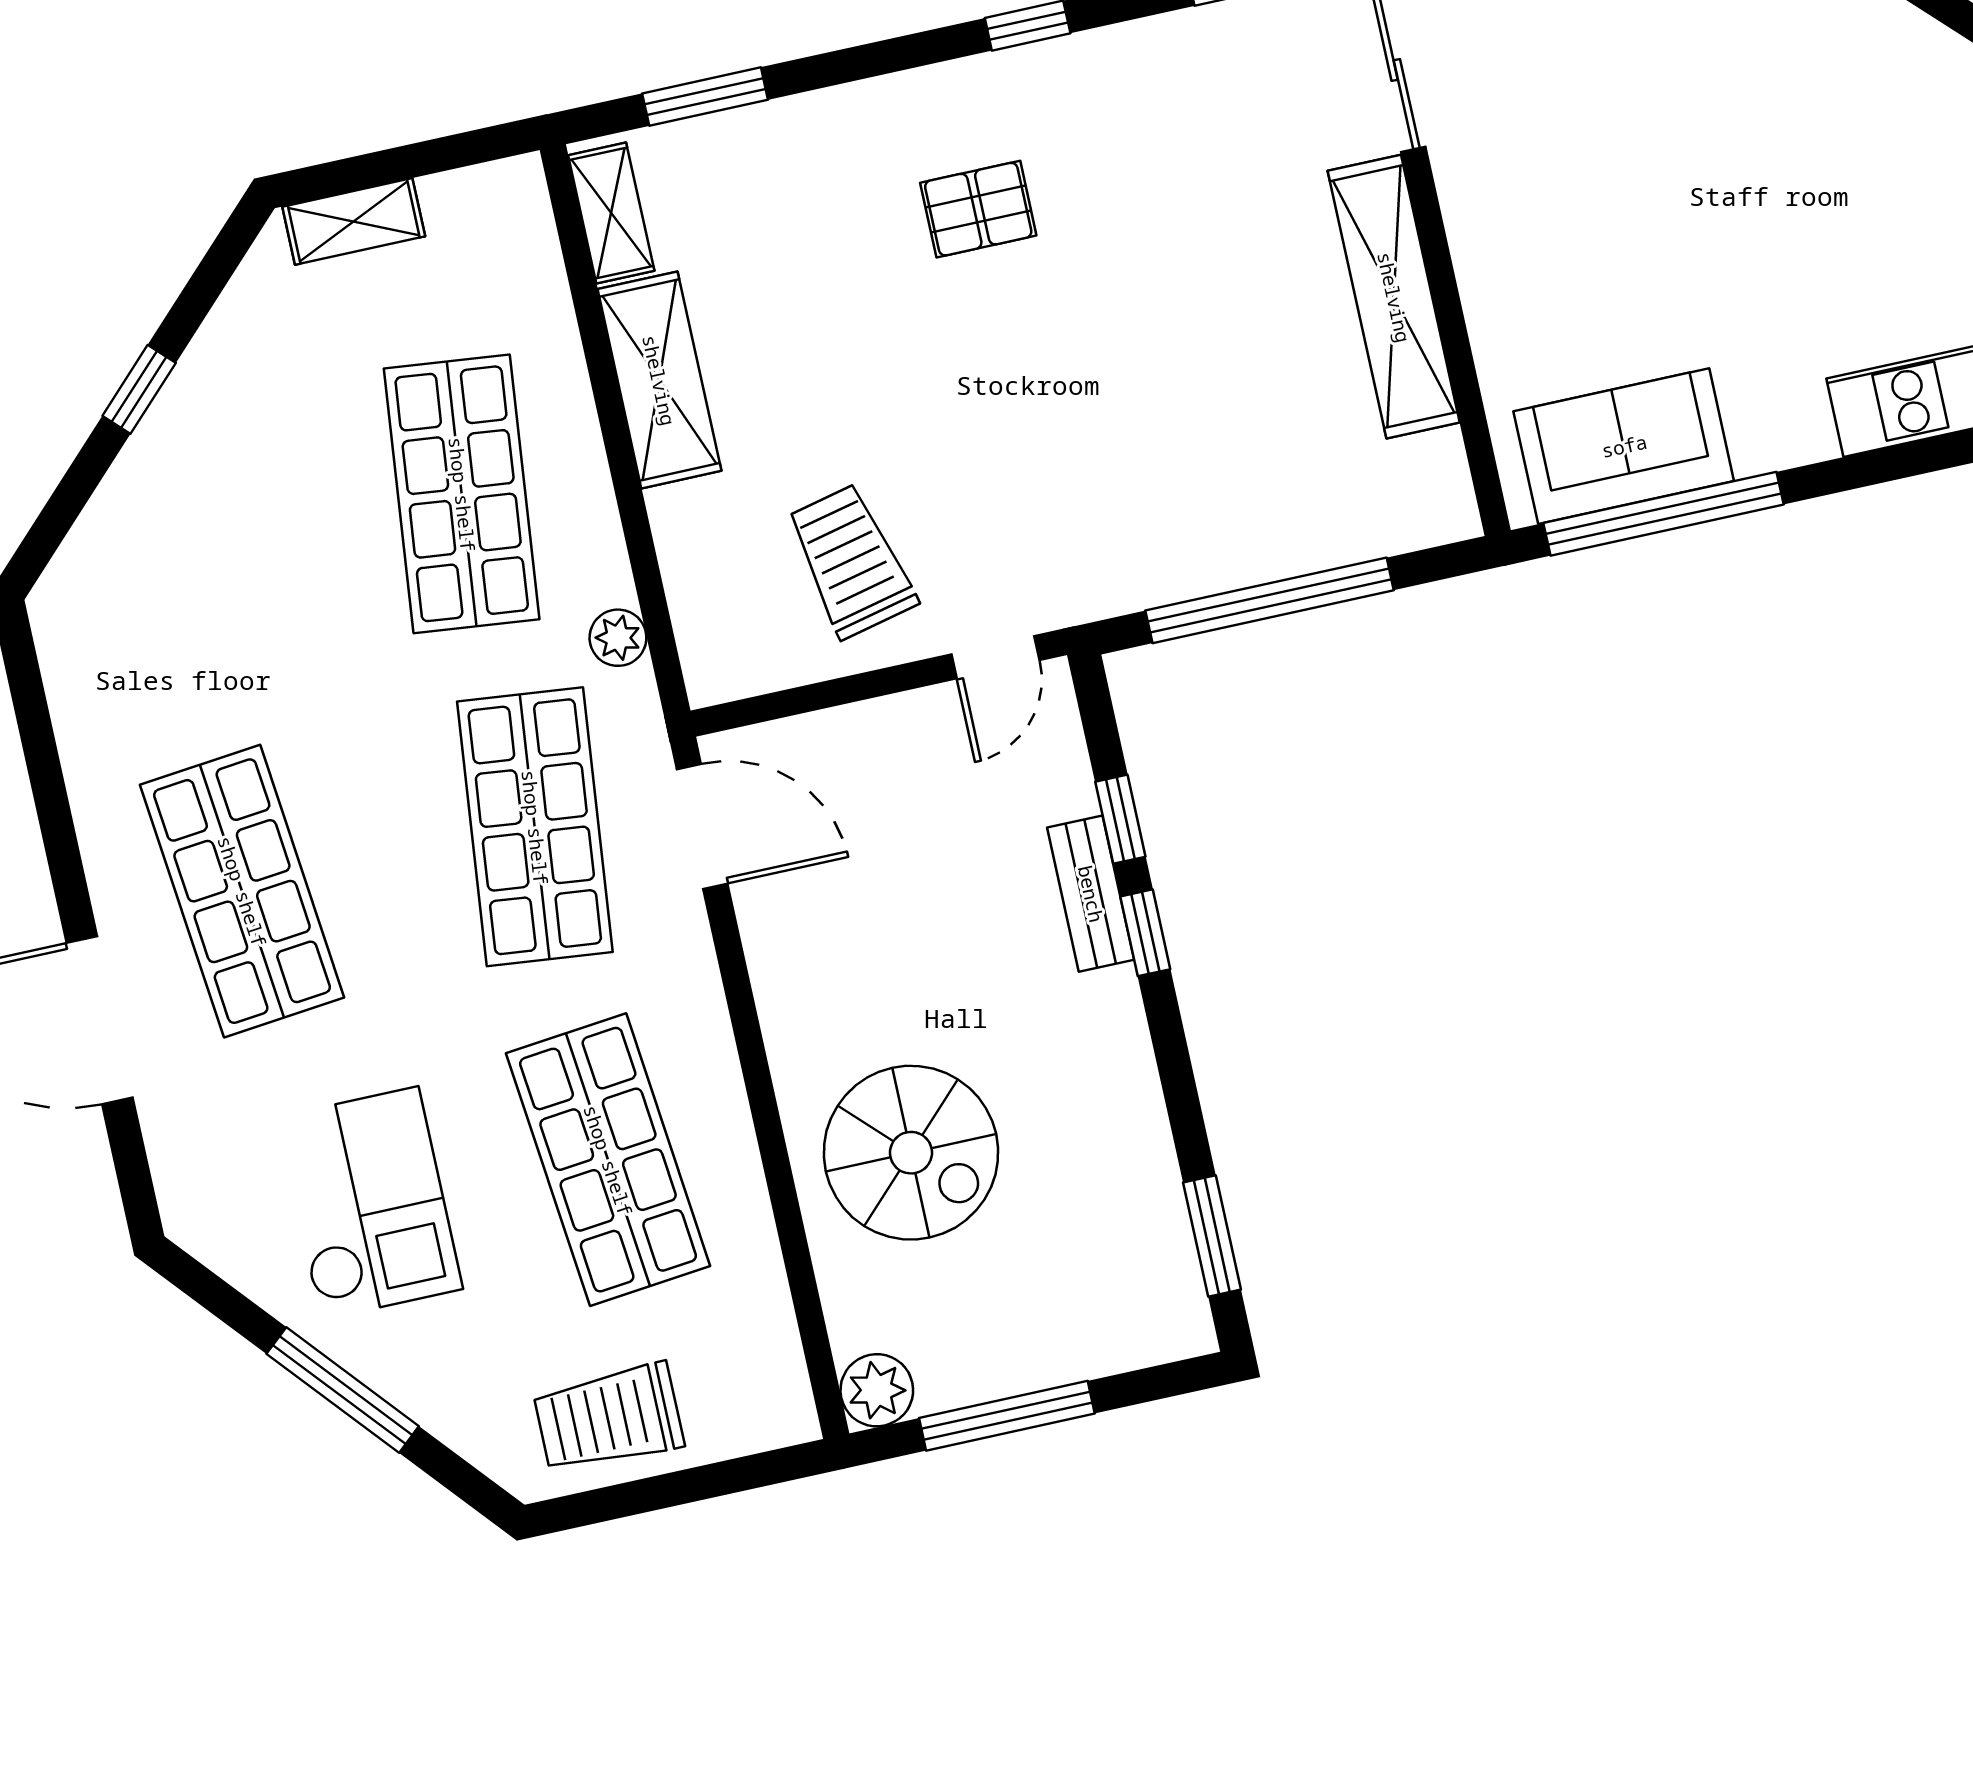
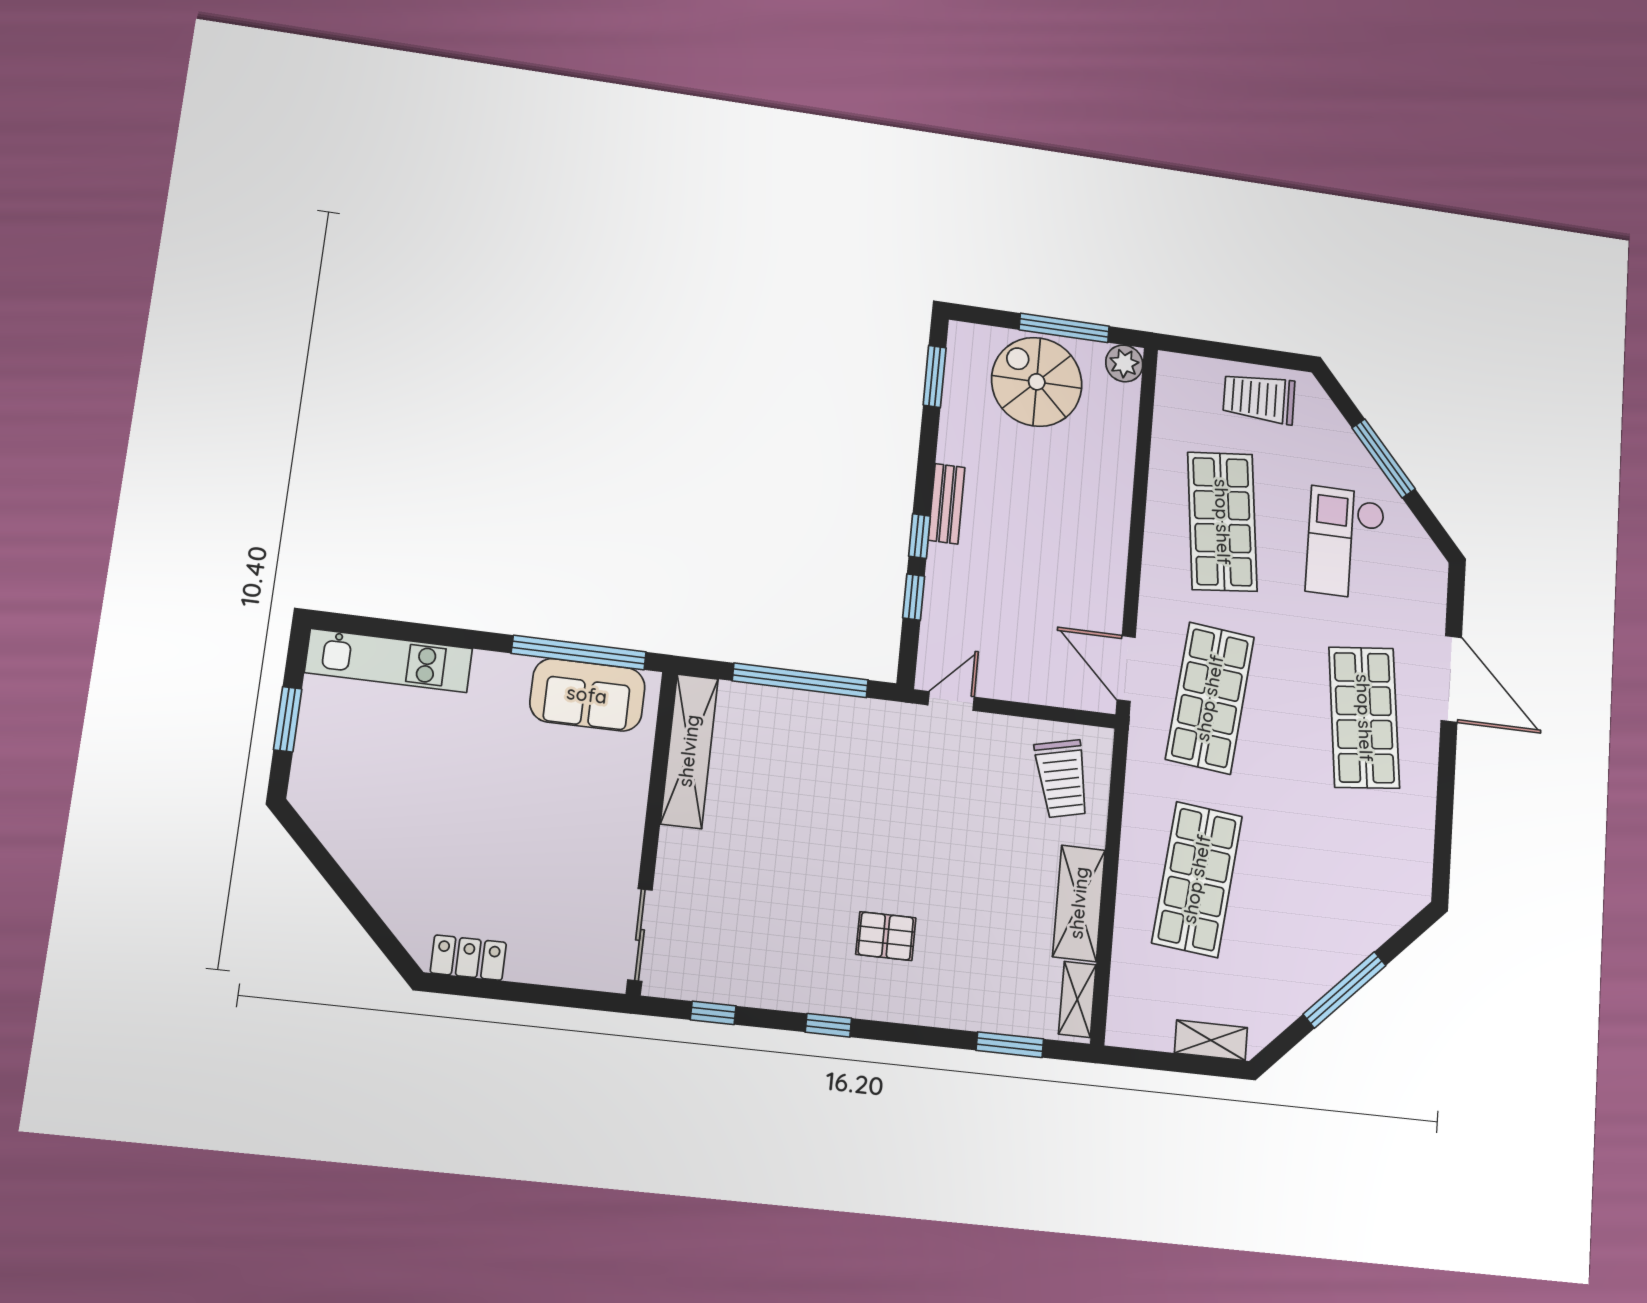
shelving: (1394, 297) -> (689, 751), moved
window: (139, 389) -> (1344, 990), width x2.17
trolley: (851, 561) -> (1062, 779), moved
plant: (618, 638) -> (1140, 778), removed
bench: (1091, 894) -> (947, 504), moved
spiral stairs: (911, 1153) -> (1037, 382), moved
trolley: (609, 1418) -> (1259, 398), turned 180

